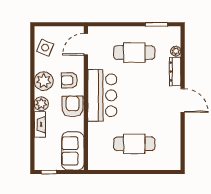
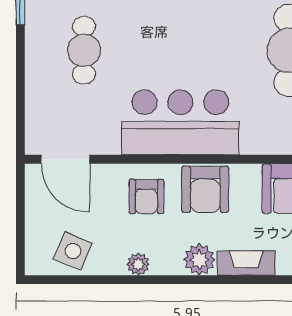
cafe table: (134, 53) -> (84, 50), width x0.73, depth x0.74
plant: (44, 81) -> (138, 264), width x0.53, depth x0.53
armchair: (73, 106) -> (205, 189), turned -90

